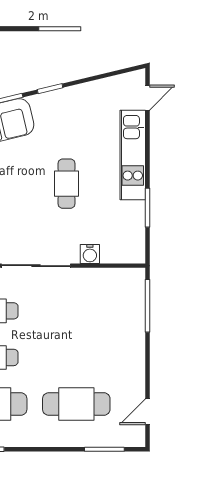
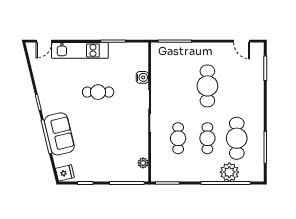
door: (147, 98) -> (44, 41), swing flipped
cafe table: (76, 404) -> (207, 86), moved

